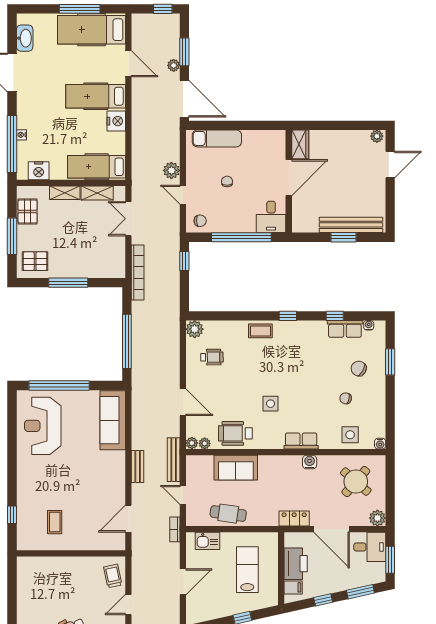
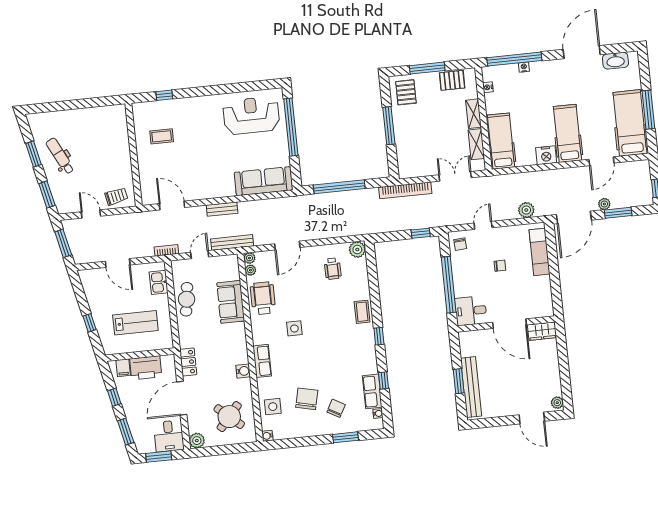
plant: (171, 170) -> (526, 210), moved
nightstand: (39, 171) -> (488, 87), width x0.53, depth x0.56
chair: (346, 398) -> (307, 399), width x1.87, depth x1.87

